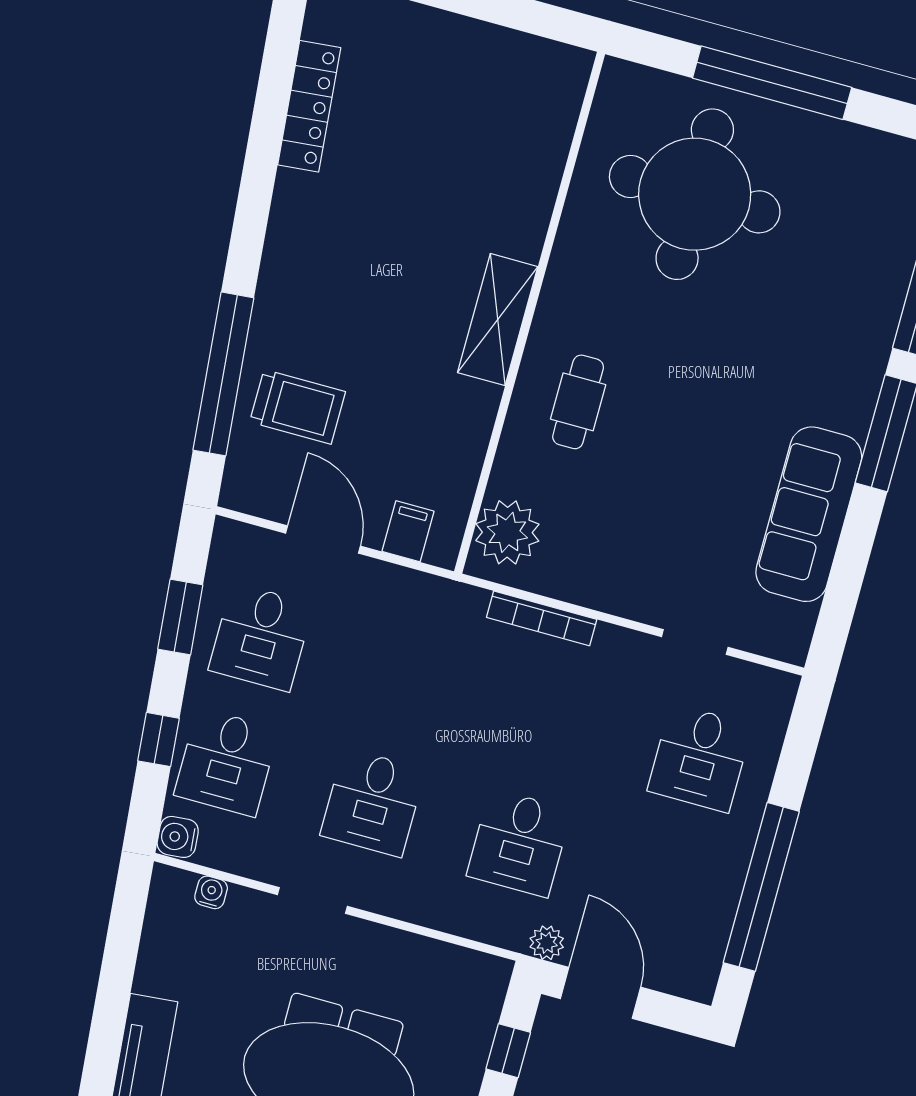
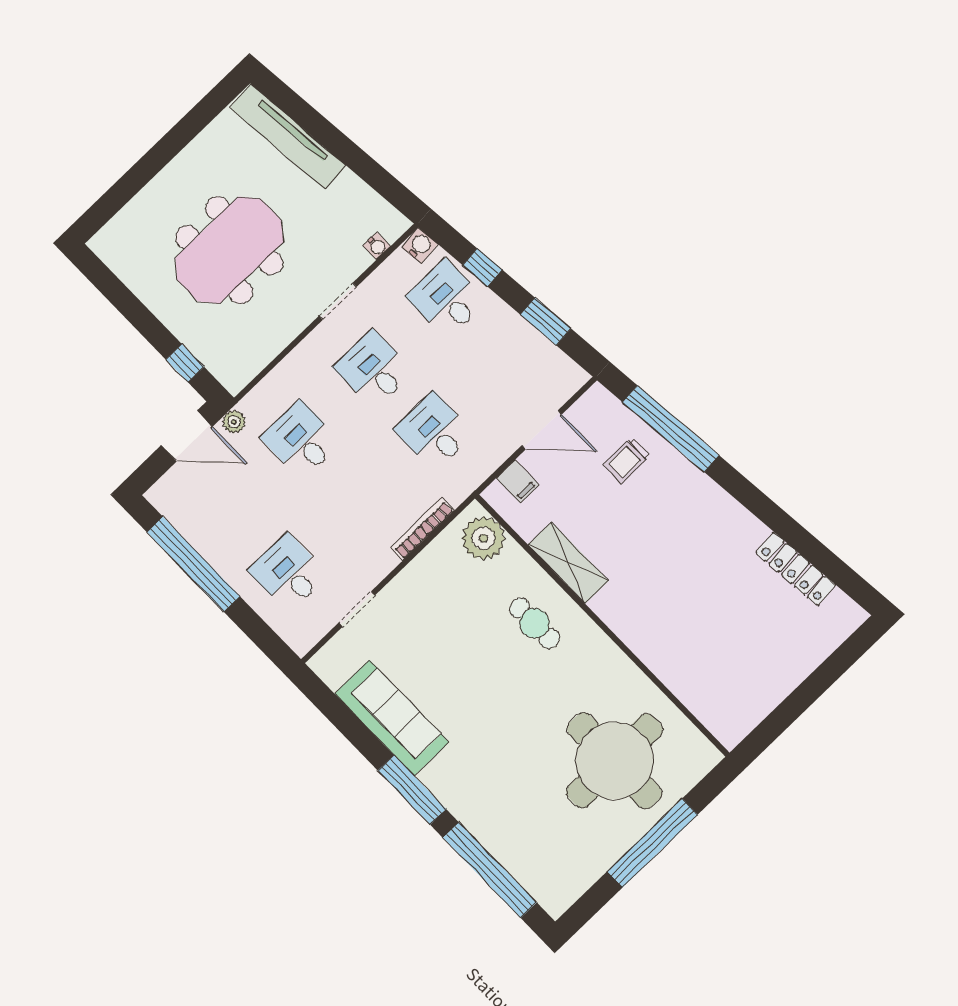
shelving: (498, 320) -> (568, 563), moved
trolley: (298, 407) -> (627, 460), width x0.73, depth x0.72
desk: (261, 637) -> (434, 432), moved

